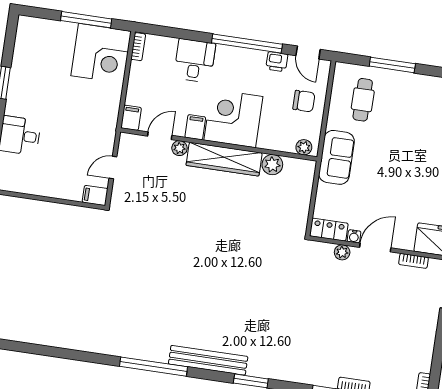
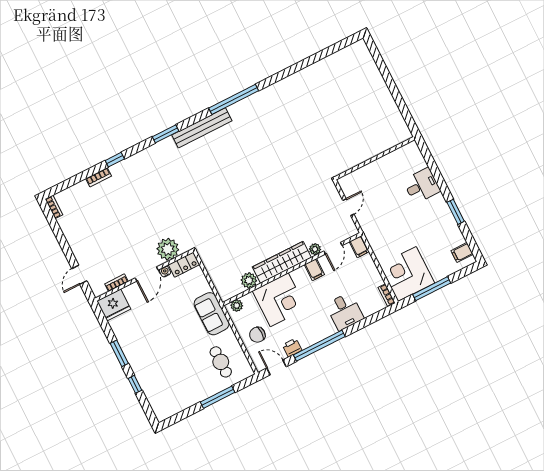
corner desk: (233, 118) -> (279, 300), moved
filing cabinet: (95, 195) -> (462, 252), moved, turned 180
plant: (342, 252) -> (168, 249), width x1.88, depth x1.88

